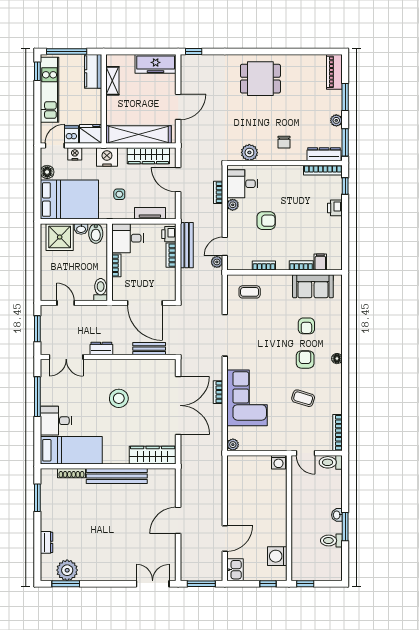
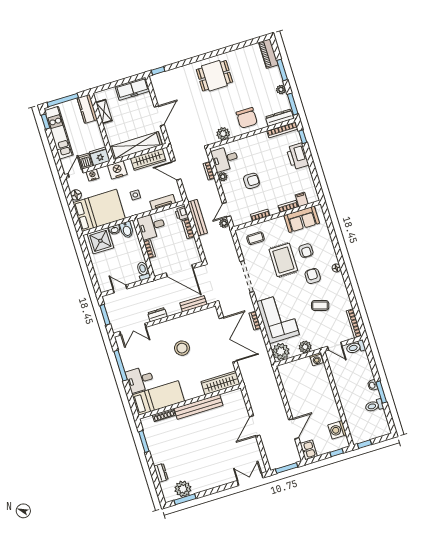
chair: (284, 142) -> (247, 118), width x1.87, depth x1.87
printer: (335, 208) -> (297, 156), width x1.87, depth x1.48
rug: (275, 329) -> (283, 260), added
plant: (269, 443) -> (305, 347), added
plant: (233, 445) -> (281, 351), width x1.87, depth x1.87

